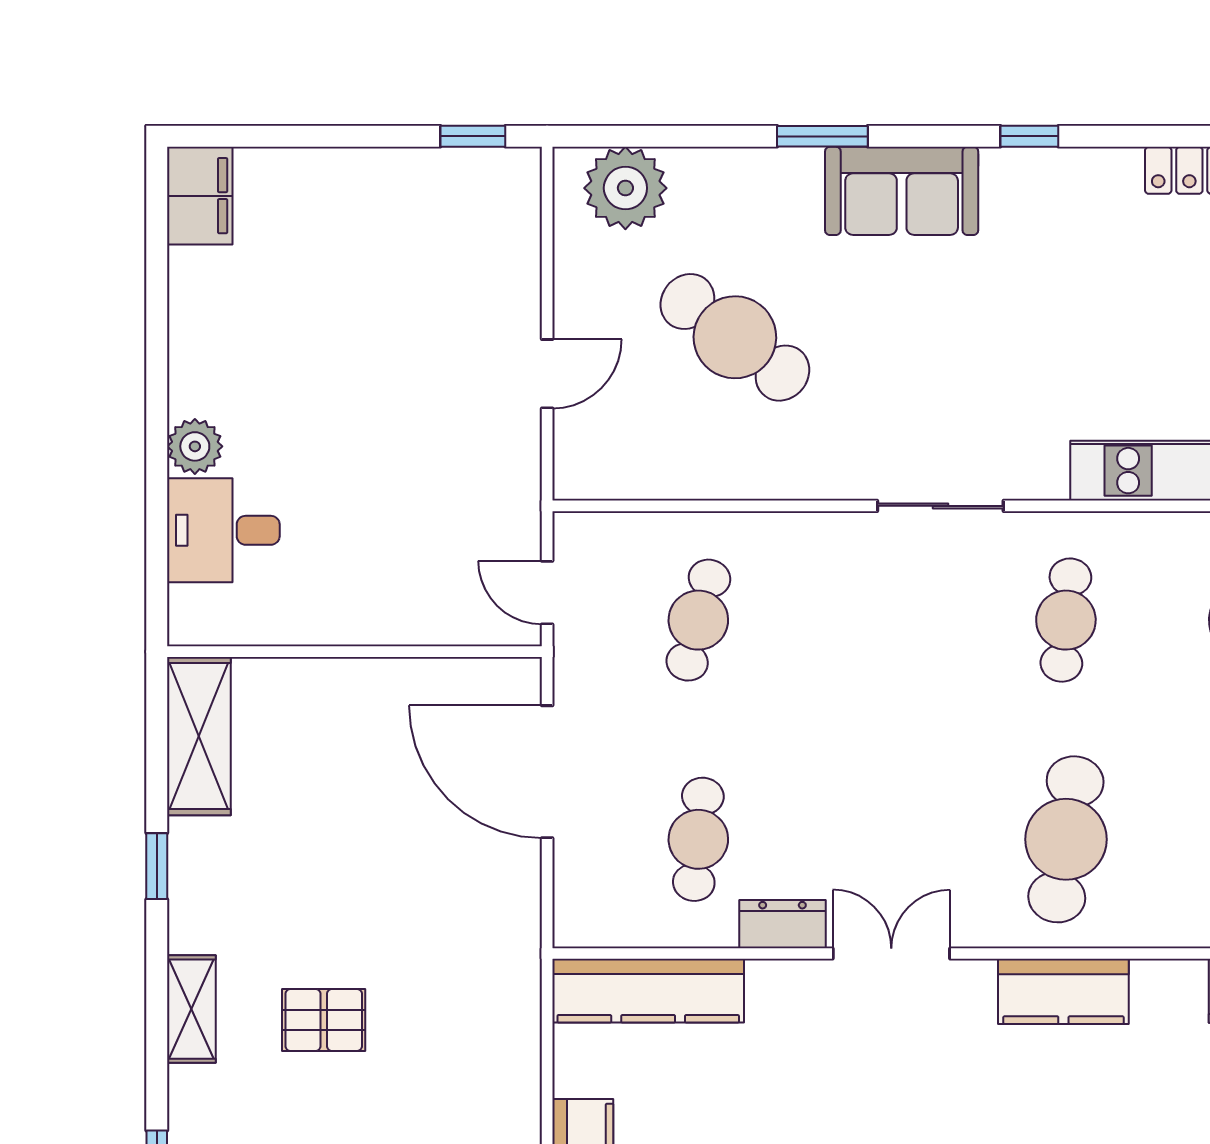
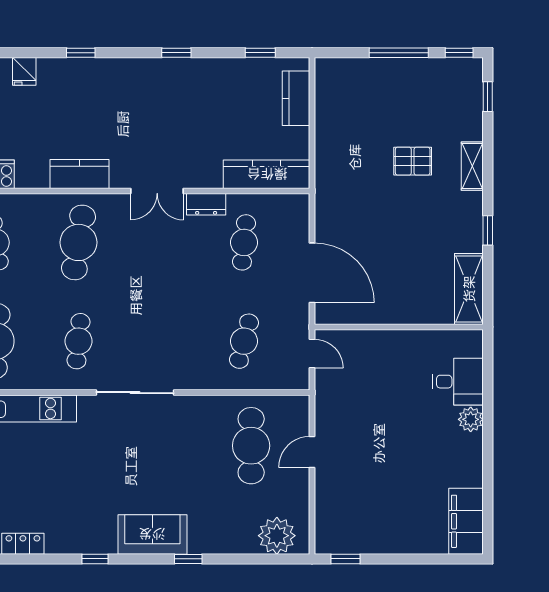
window: (822, 136) -> (188, 559), width x0.67
filing cabinet: (200, 196) -> (466, 521), width x1.50, depth x1.17
cafe table: (735, 337) -> (251, 446), moved, turned 53
sliding door: (940, 506) -> (135, 393), width x1.37

